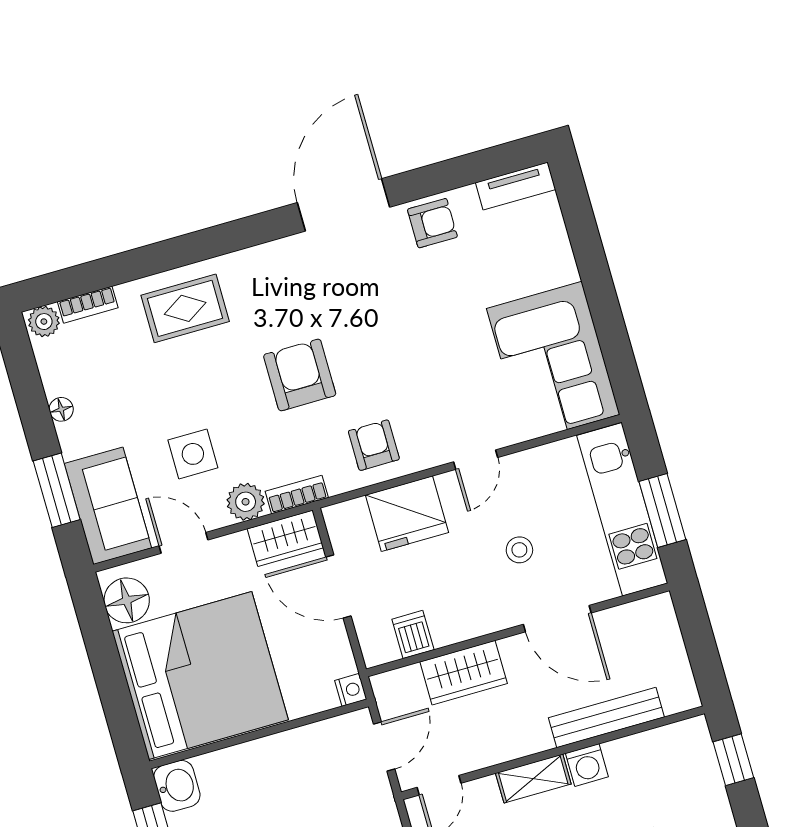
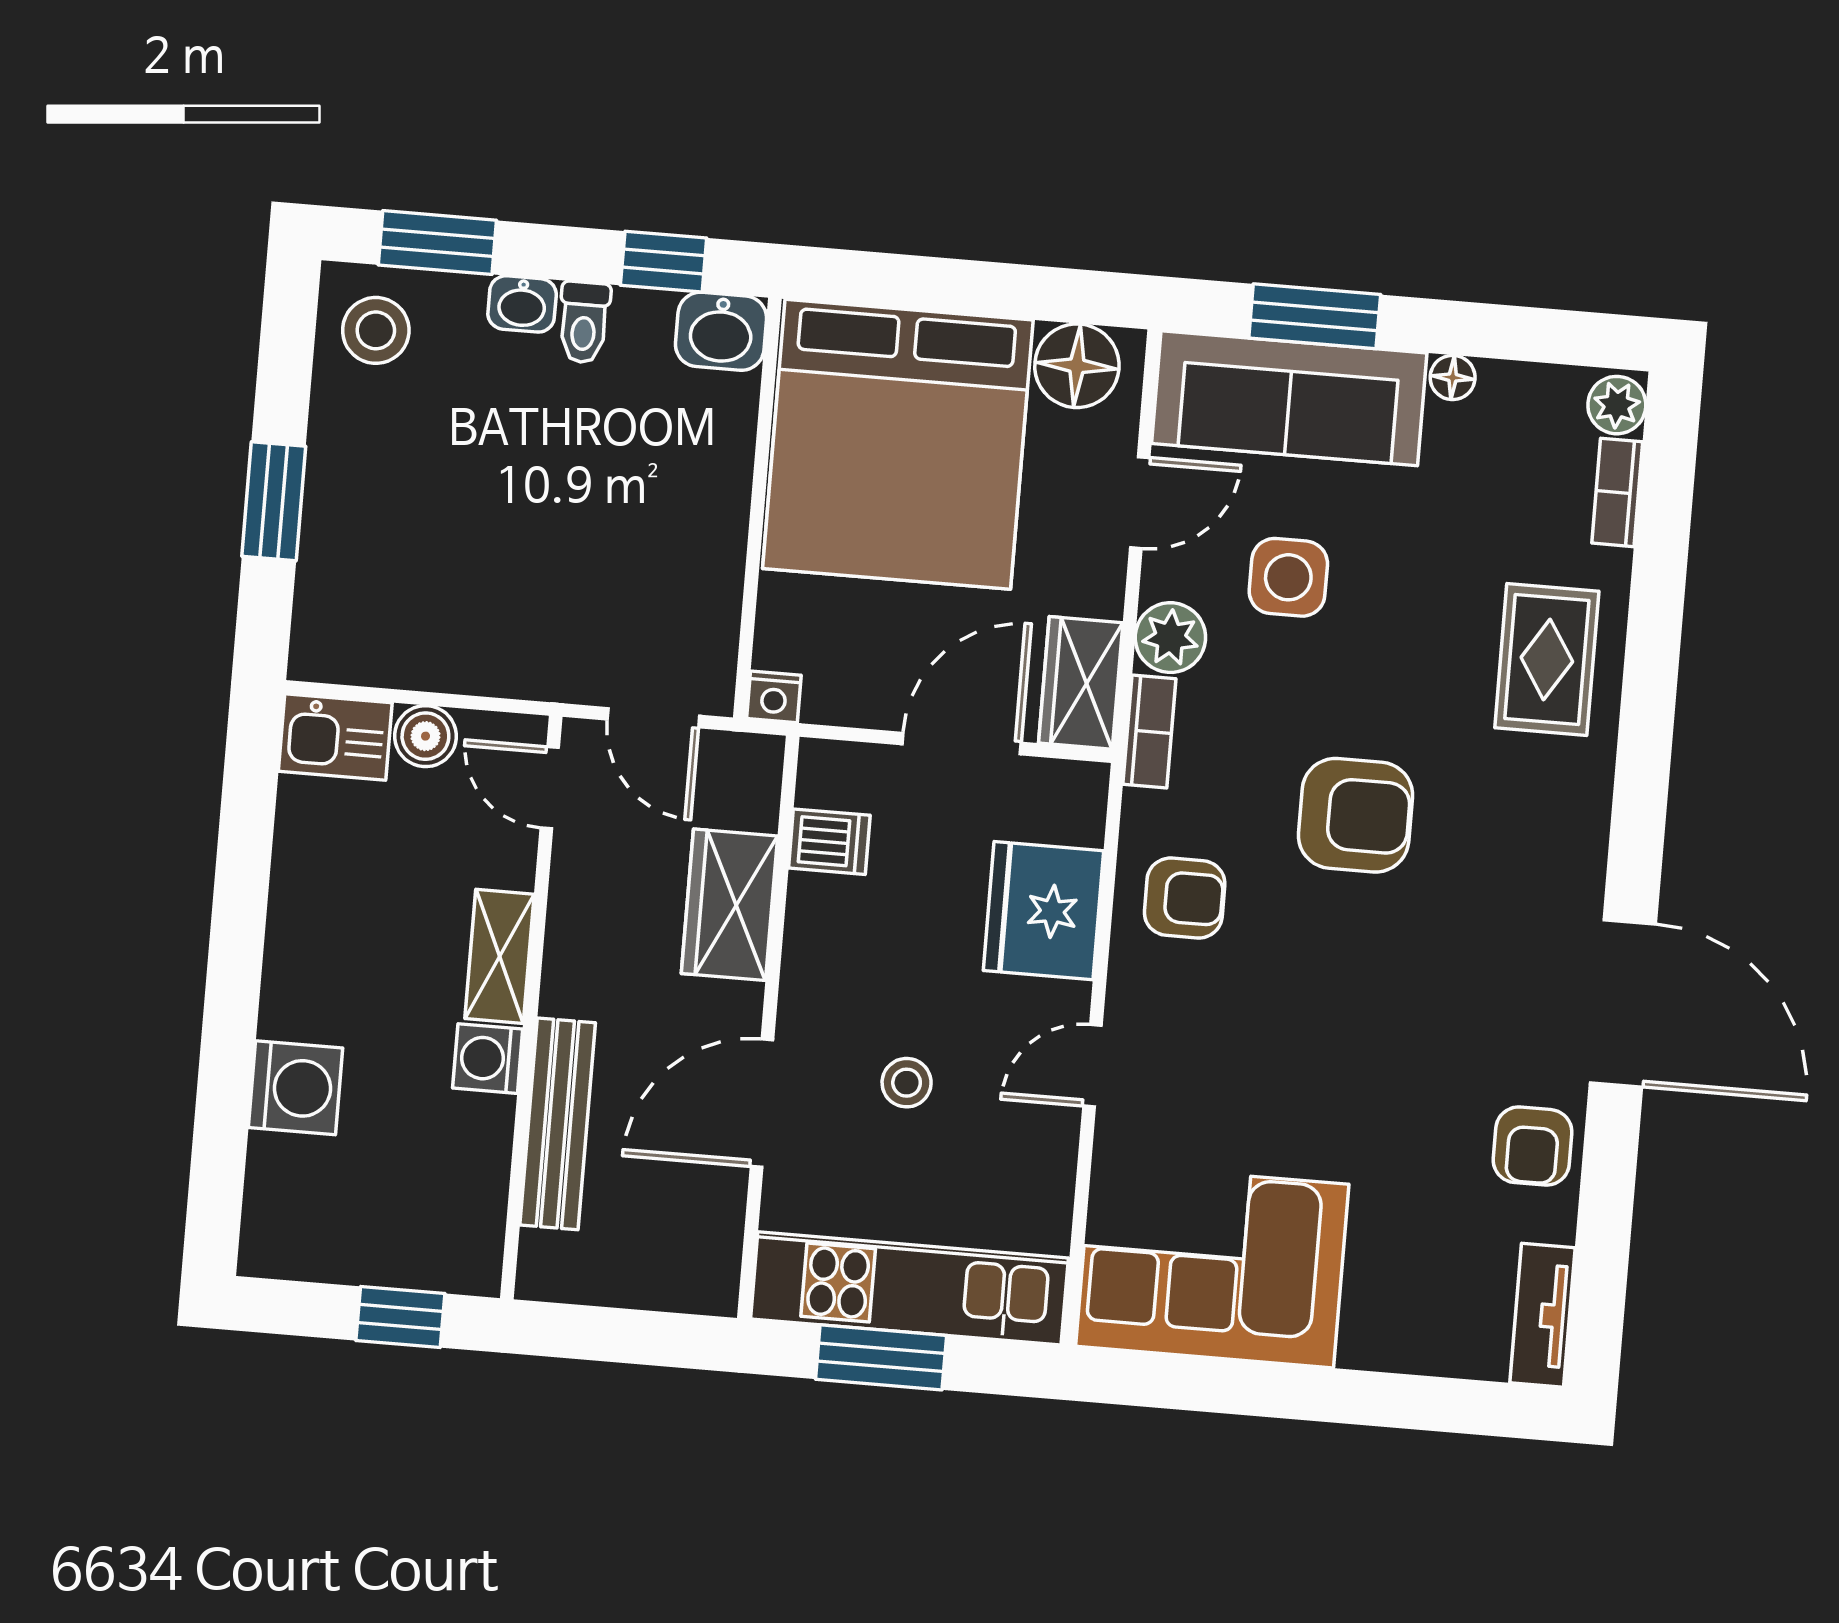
door: (476, 460) -> (1092, 1066), hinge flipped
sofa: (108, 506) -> (1289, 398), width x1.36

